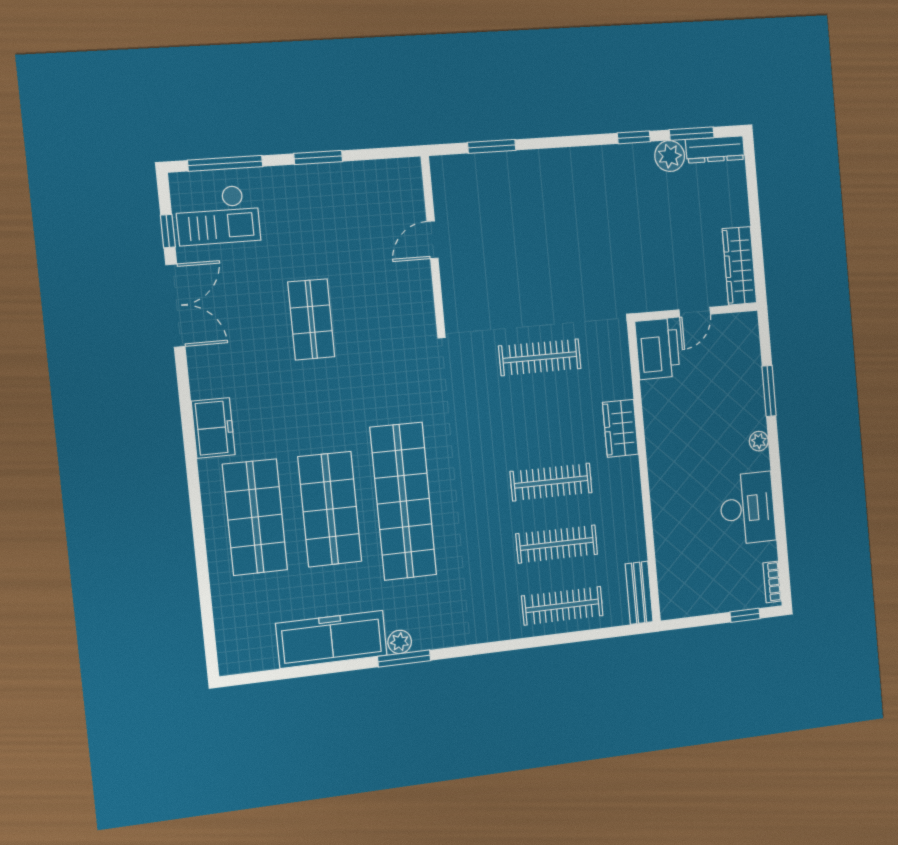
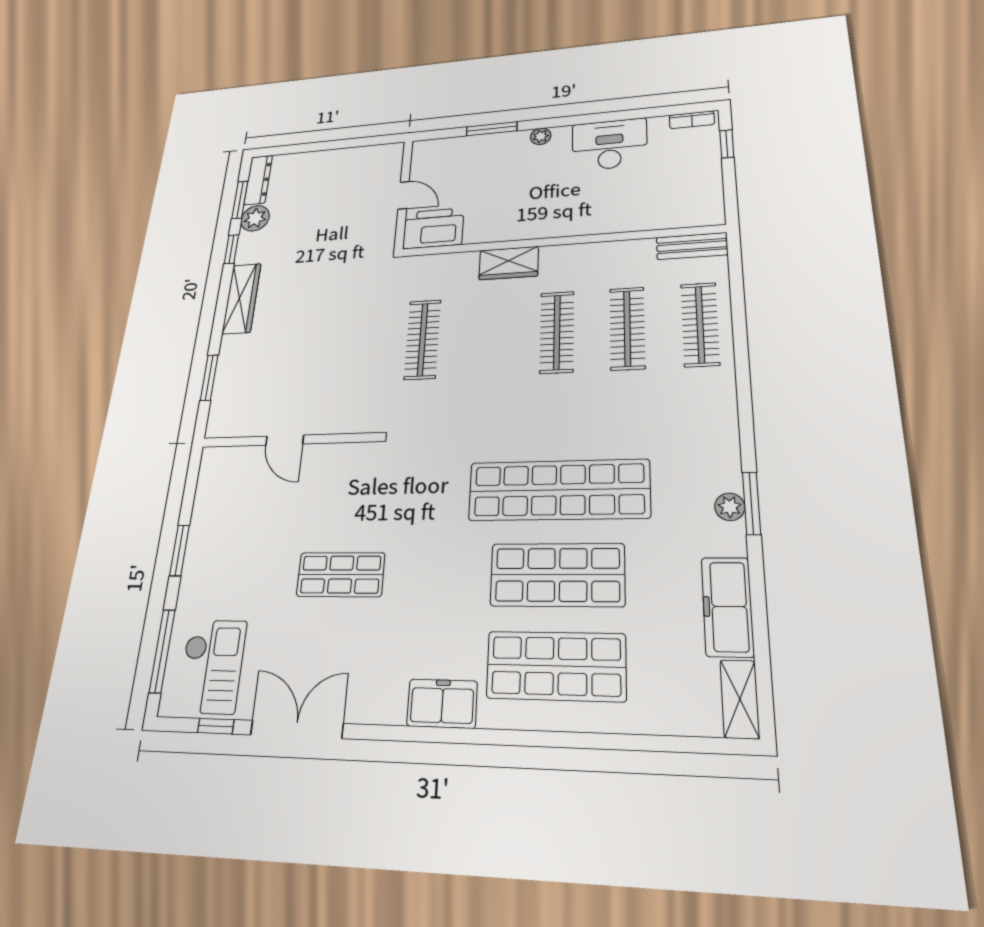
wardrobe: (739, 266) -> (242, 299), moved, turned -90
freezer: (332, 639) -> (727, 607), width x0.73, depth x0.79
shelving: (247, 660) -> (740, 699), added

